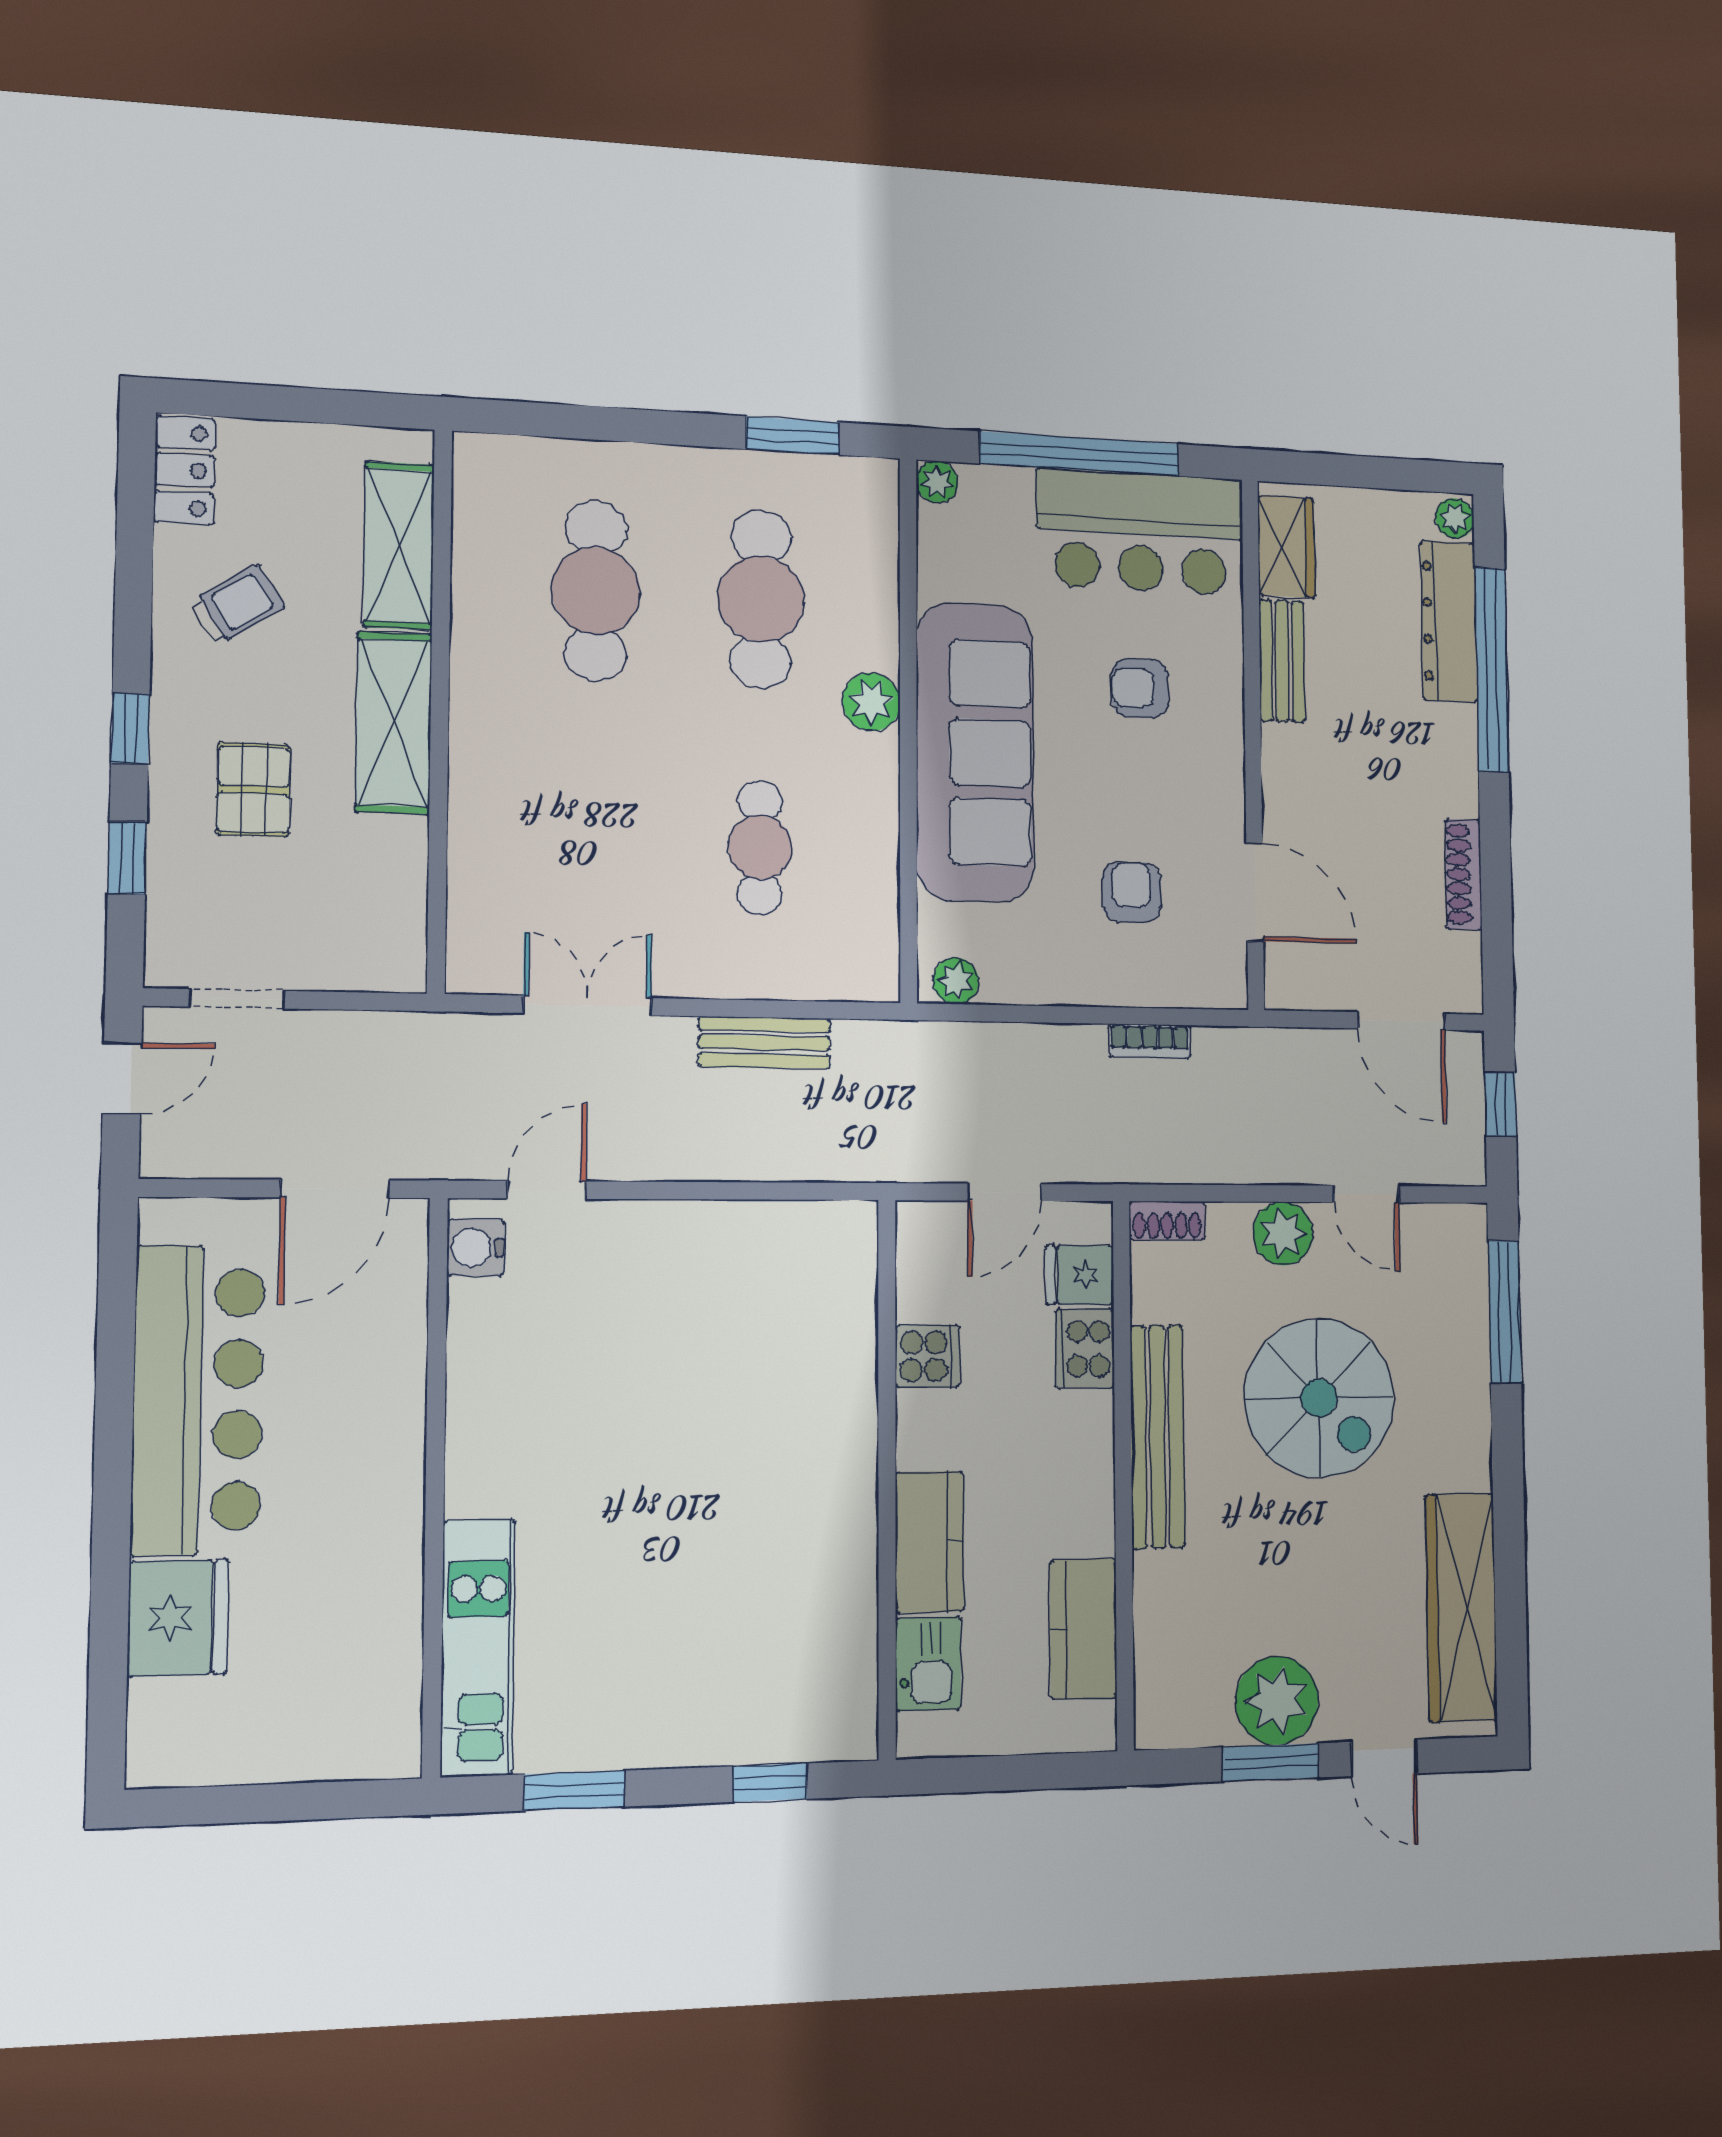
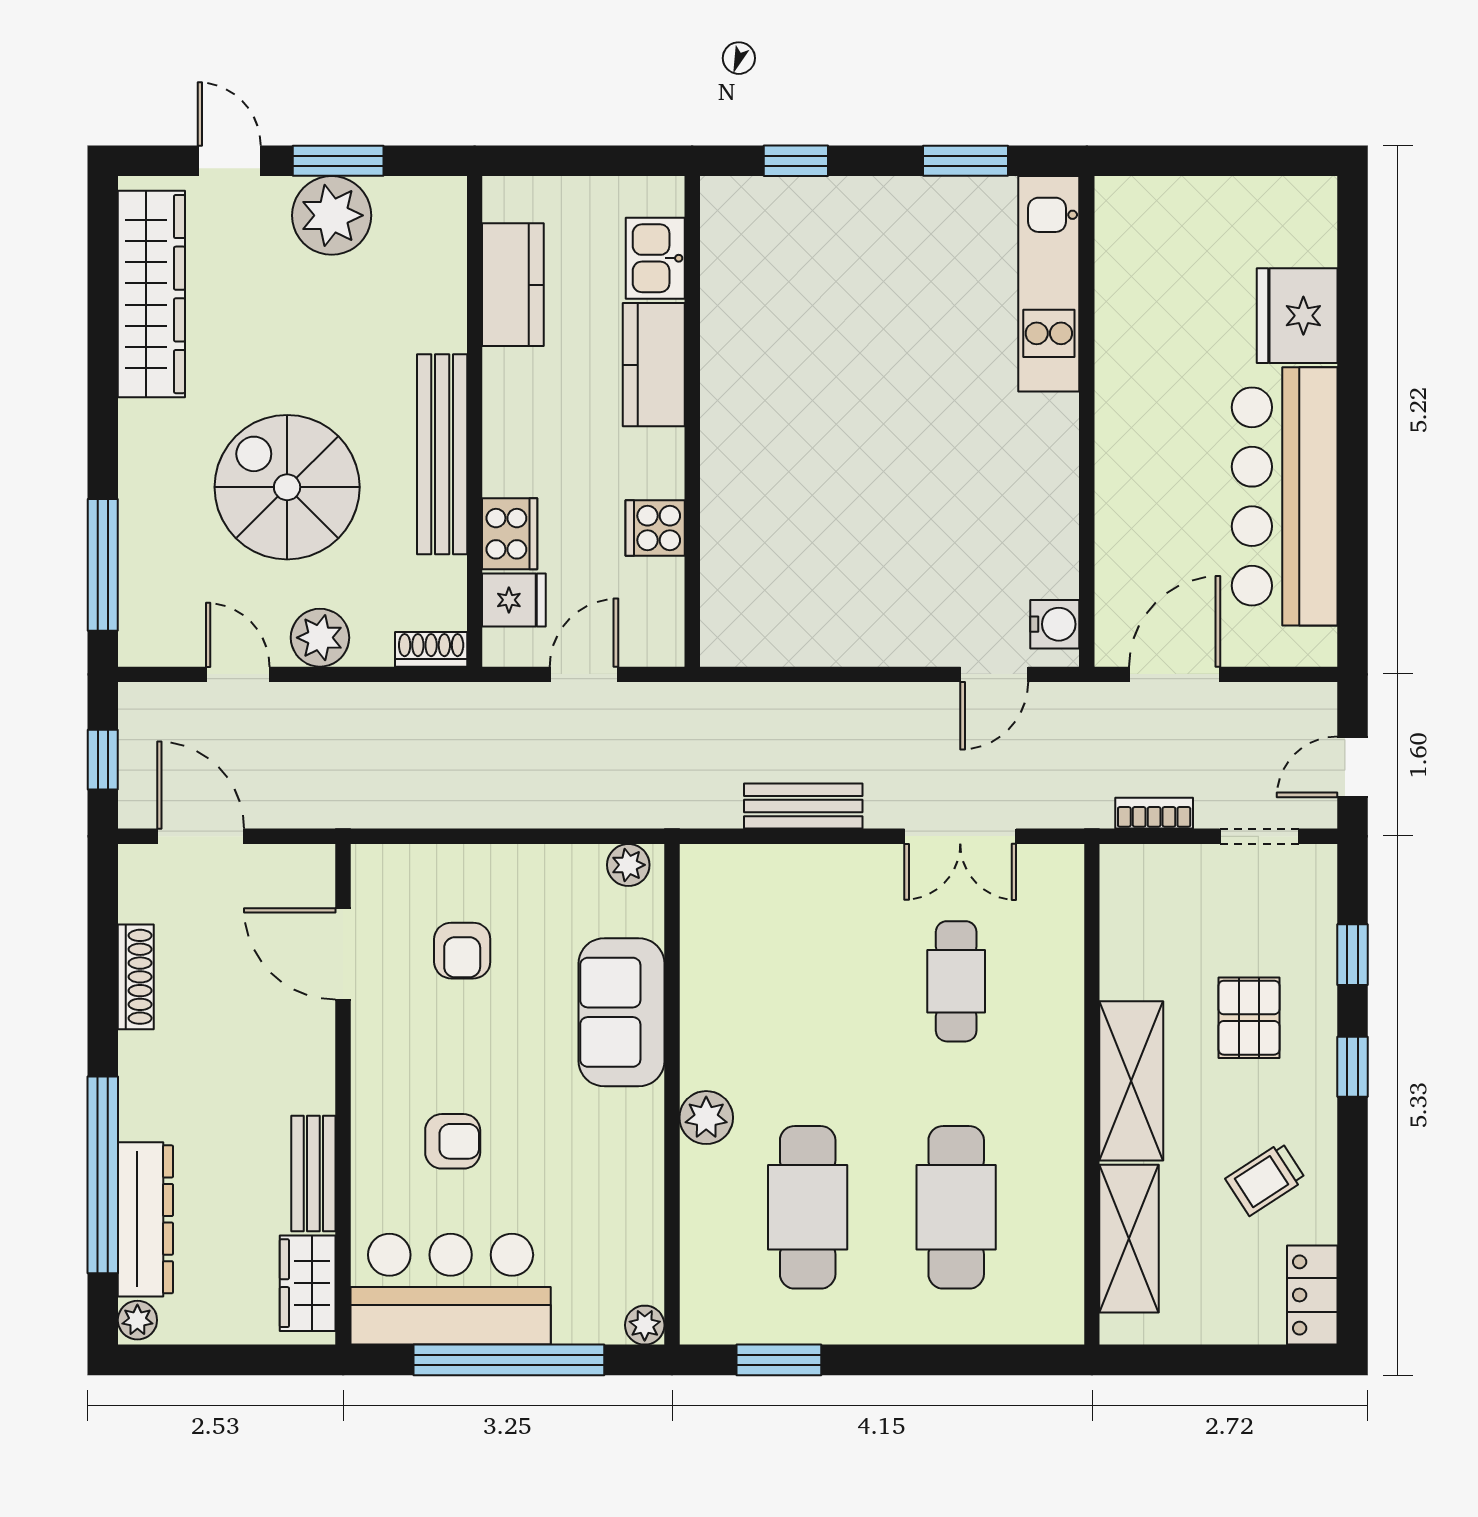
sofa: (975, 752) -> (621, 1012), width x0.54, depth x0.79
cafe table: (760, 847) -> (956, 981), moved
bookcase: (1150, 1041) -> (1154, 813), moved

